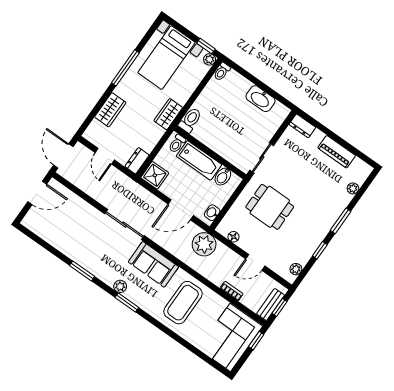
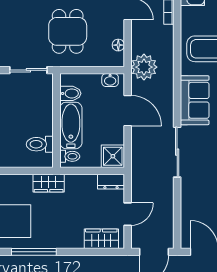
wardrobe: (110, 110) -> (101, 239), moved
toilet: (190, 120) -> (40, 144), moved

